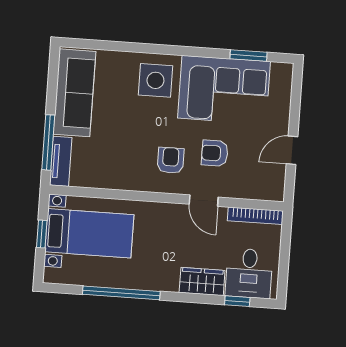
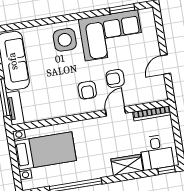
armchair: (171, 160) -> (87, 90), turned 180
door: (204, 201) -> (115, 111), swing flipped
window: (42, 234) -> (14, 159), removed
window: (237, 301) -> (166, 170), moved

